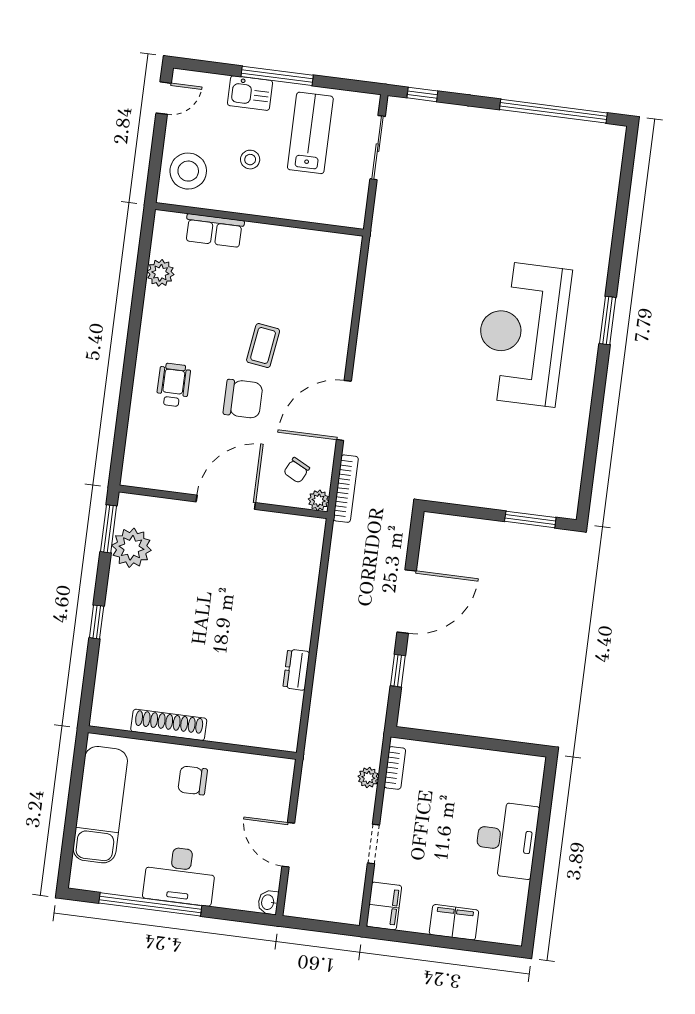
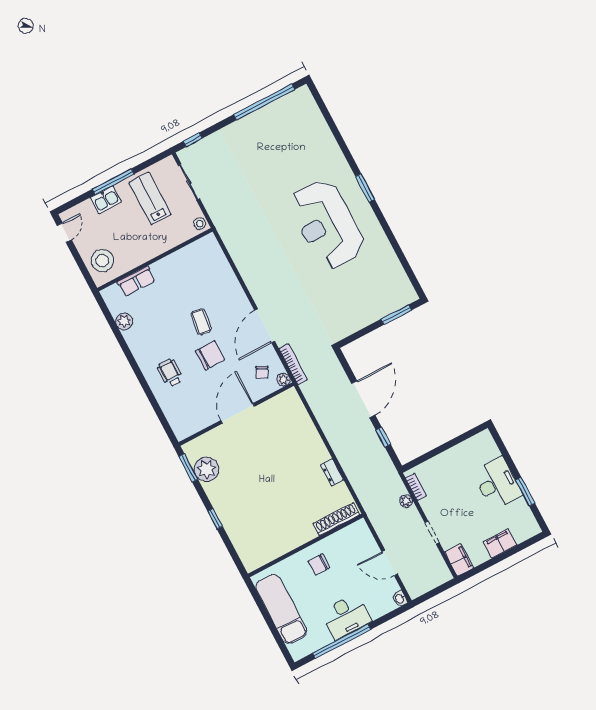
stool: (250, 160) -> (200, 224), moved
shoe rack: (169, 725) -> (336, 519), moved
window: (536, 877) -> (525, 492), added

